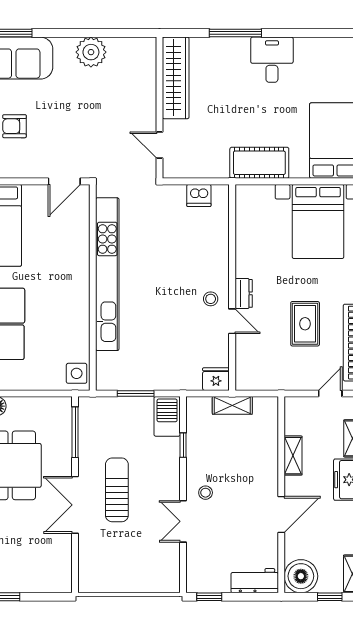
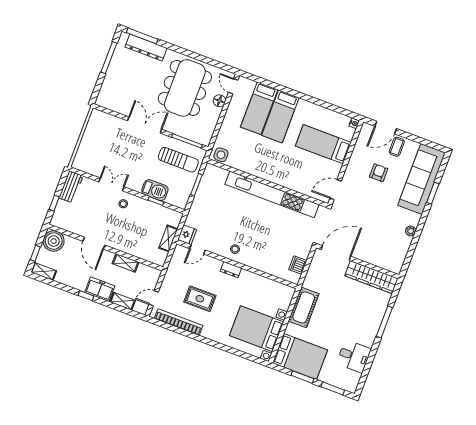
plant: (91, 52) -> (411, 231), width x0.53, depth x0.53
desk: (272, 60) -> (354, 356), moved
door: (159, 145) -> (336, 253), width x1.88
door: (64, 181) -> (336, 190), hinge flipped
door: (232, 321) -> (197, 249), moved
door: (330, 393) -> (154, 298), swing flipped
barbecue: (167, 416) -> (155, 190), moved
sun lounger: (117, 490) -> (178, 160), moved
workbench: (255, 581) -> (71, 187), moved
window: (209, 597) -> (54, 203), moved

